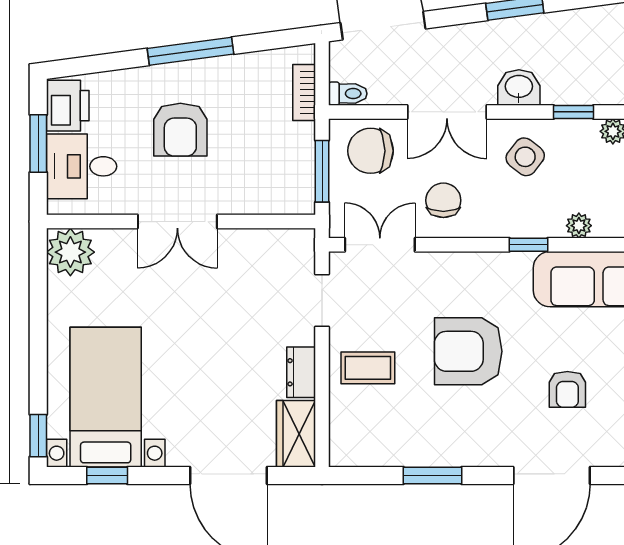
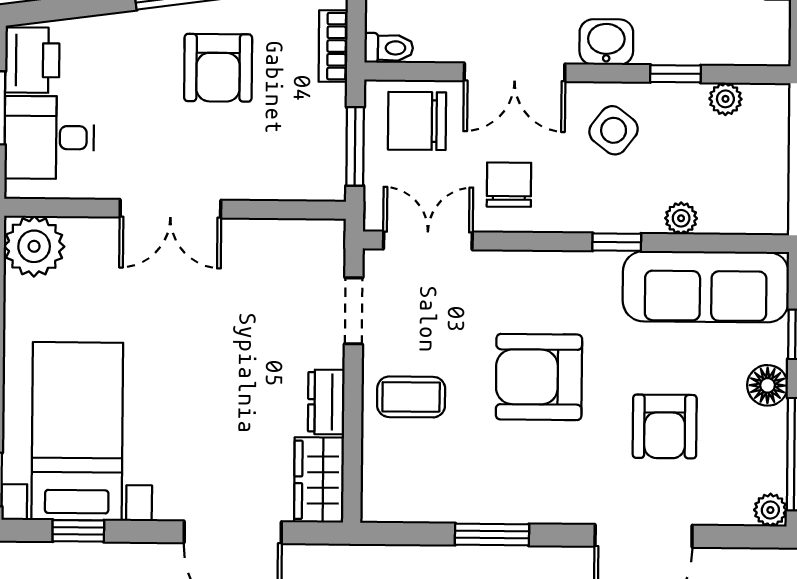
armchair: (180, 130) -> (218, 68), moved
armchair: (567, 389) -> (665, 426), width x1.38, depth x1.38

